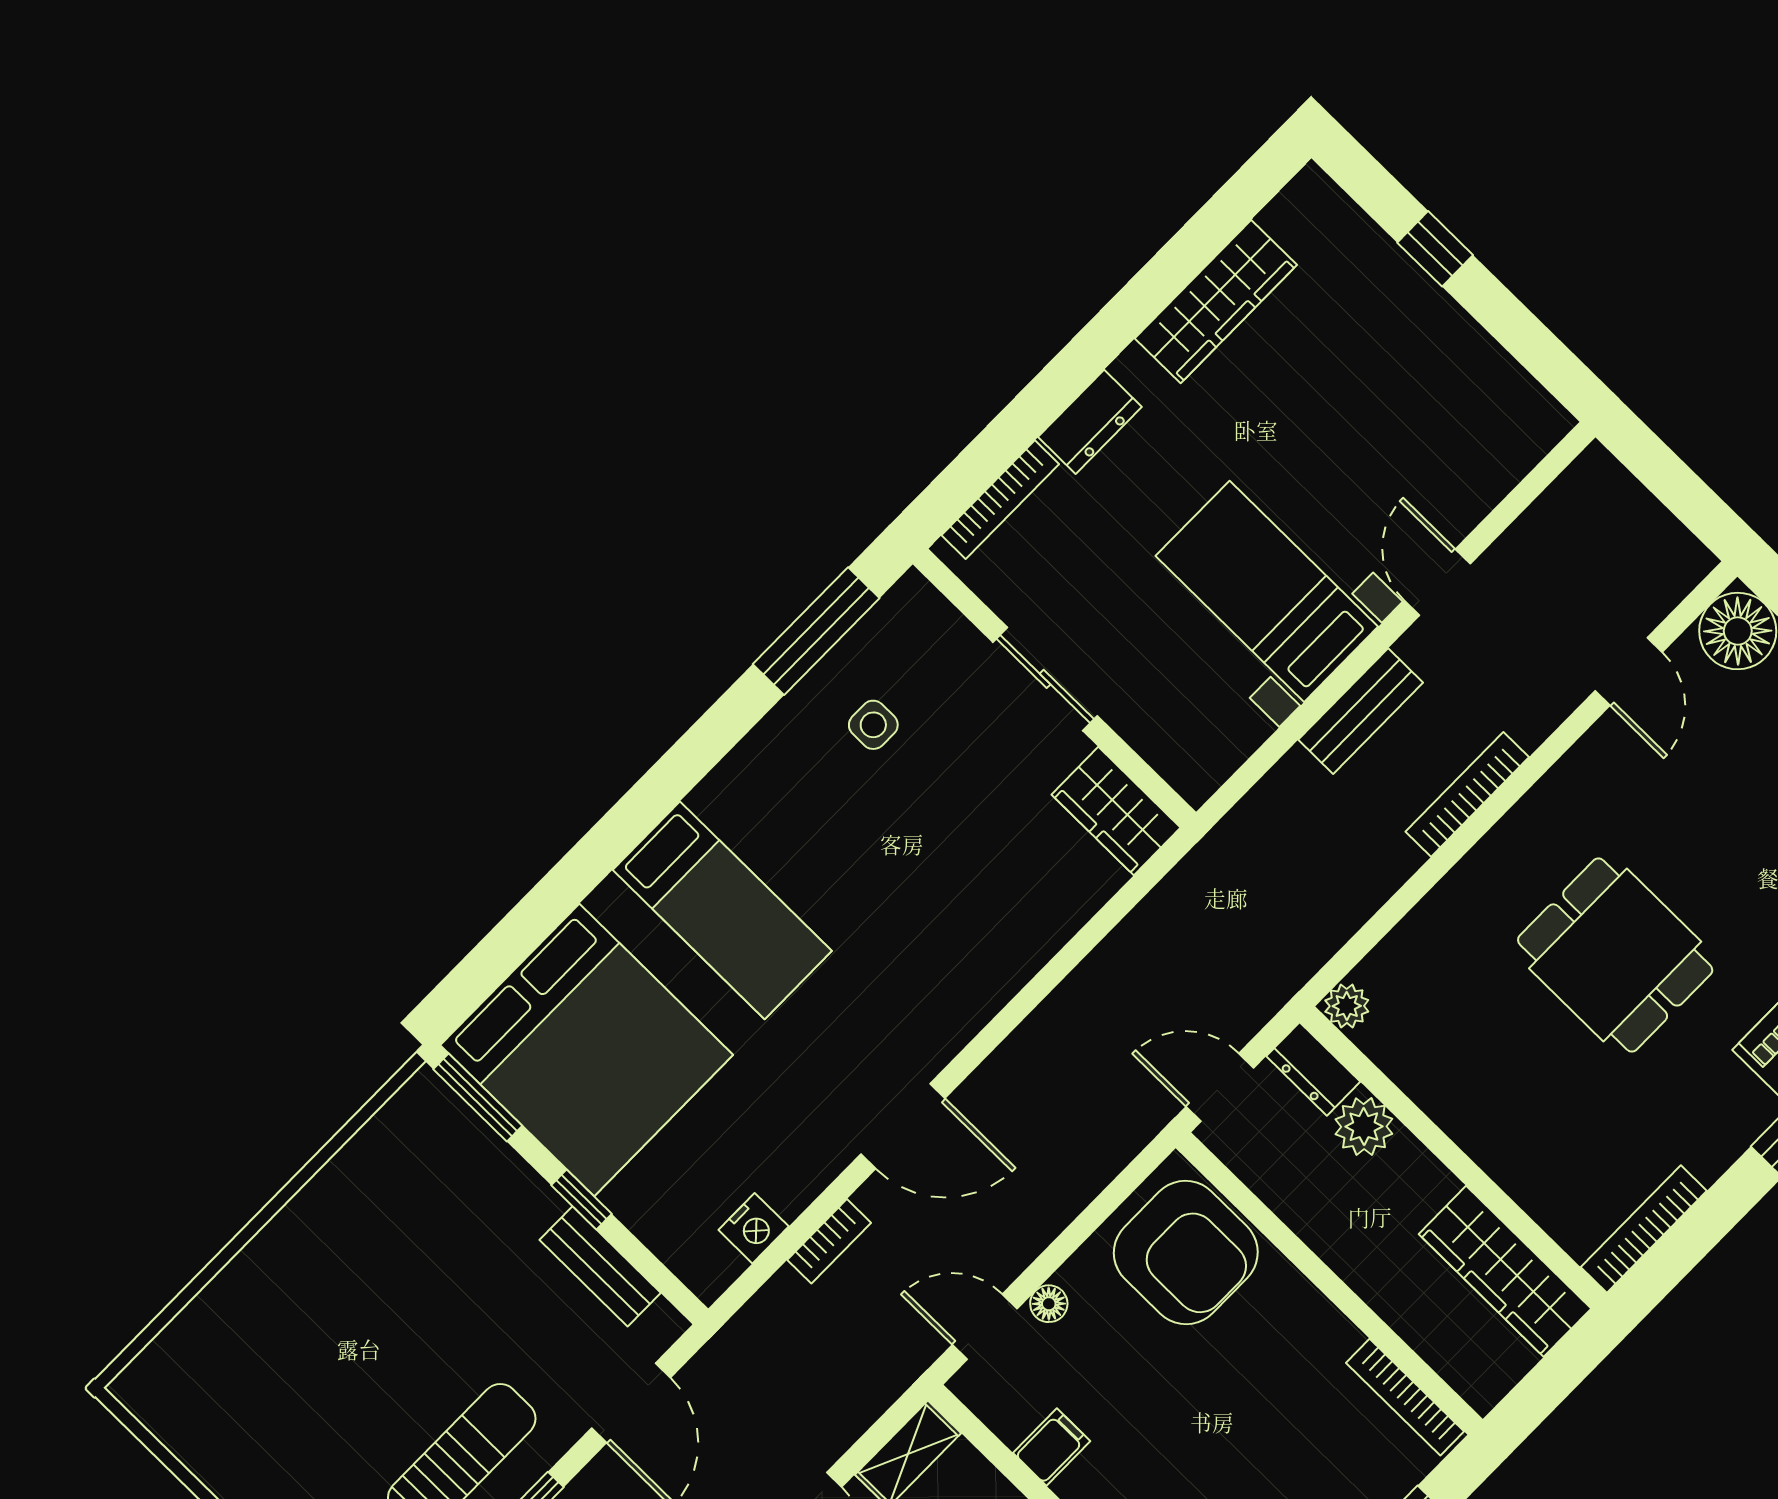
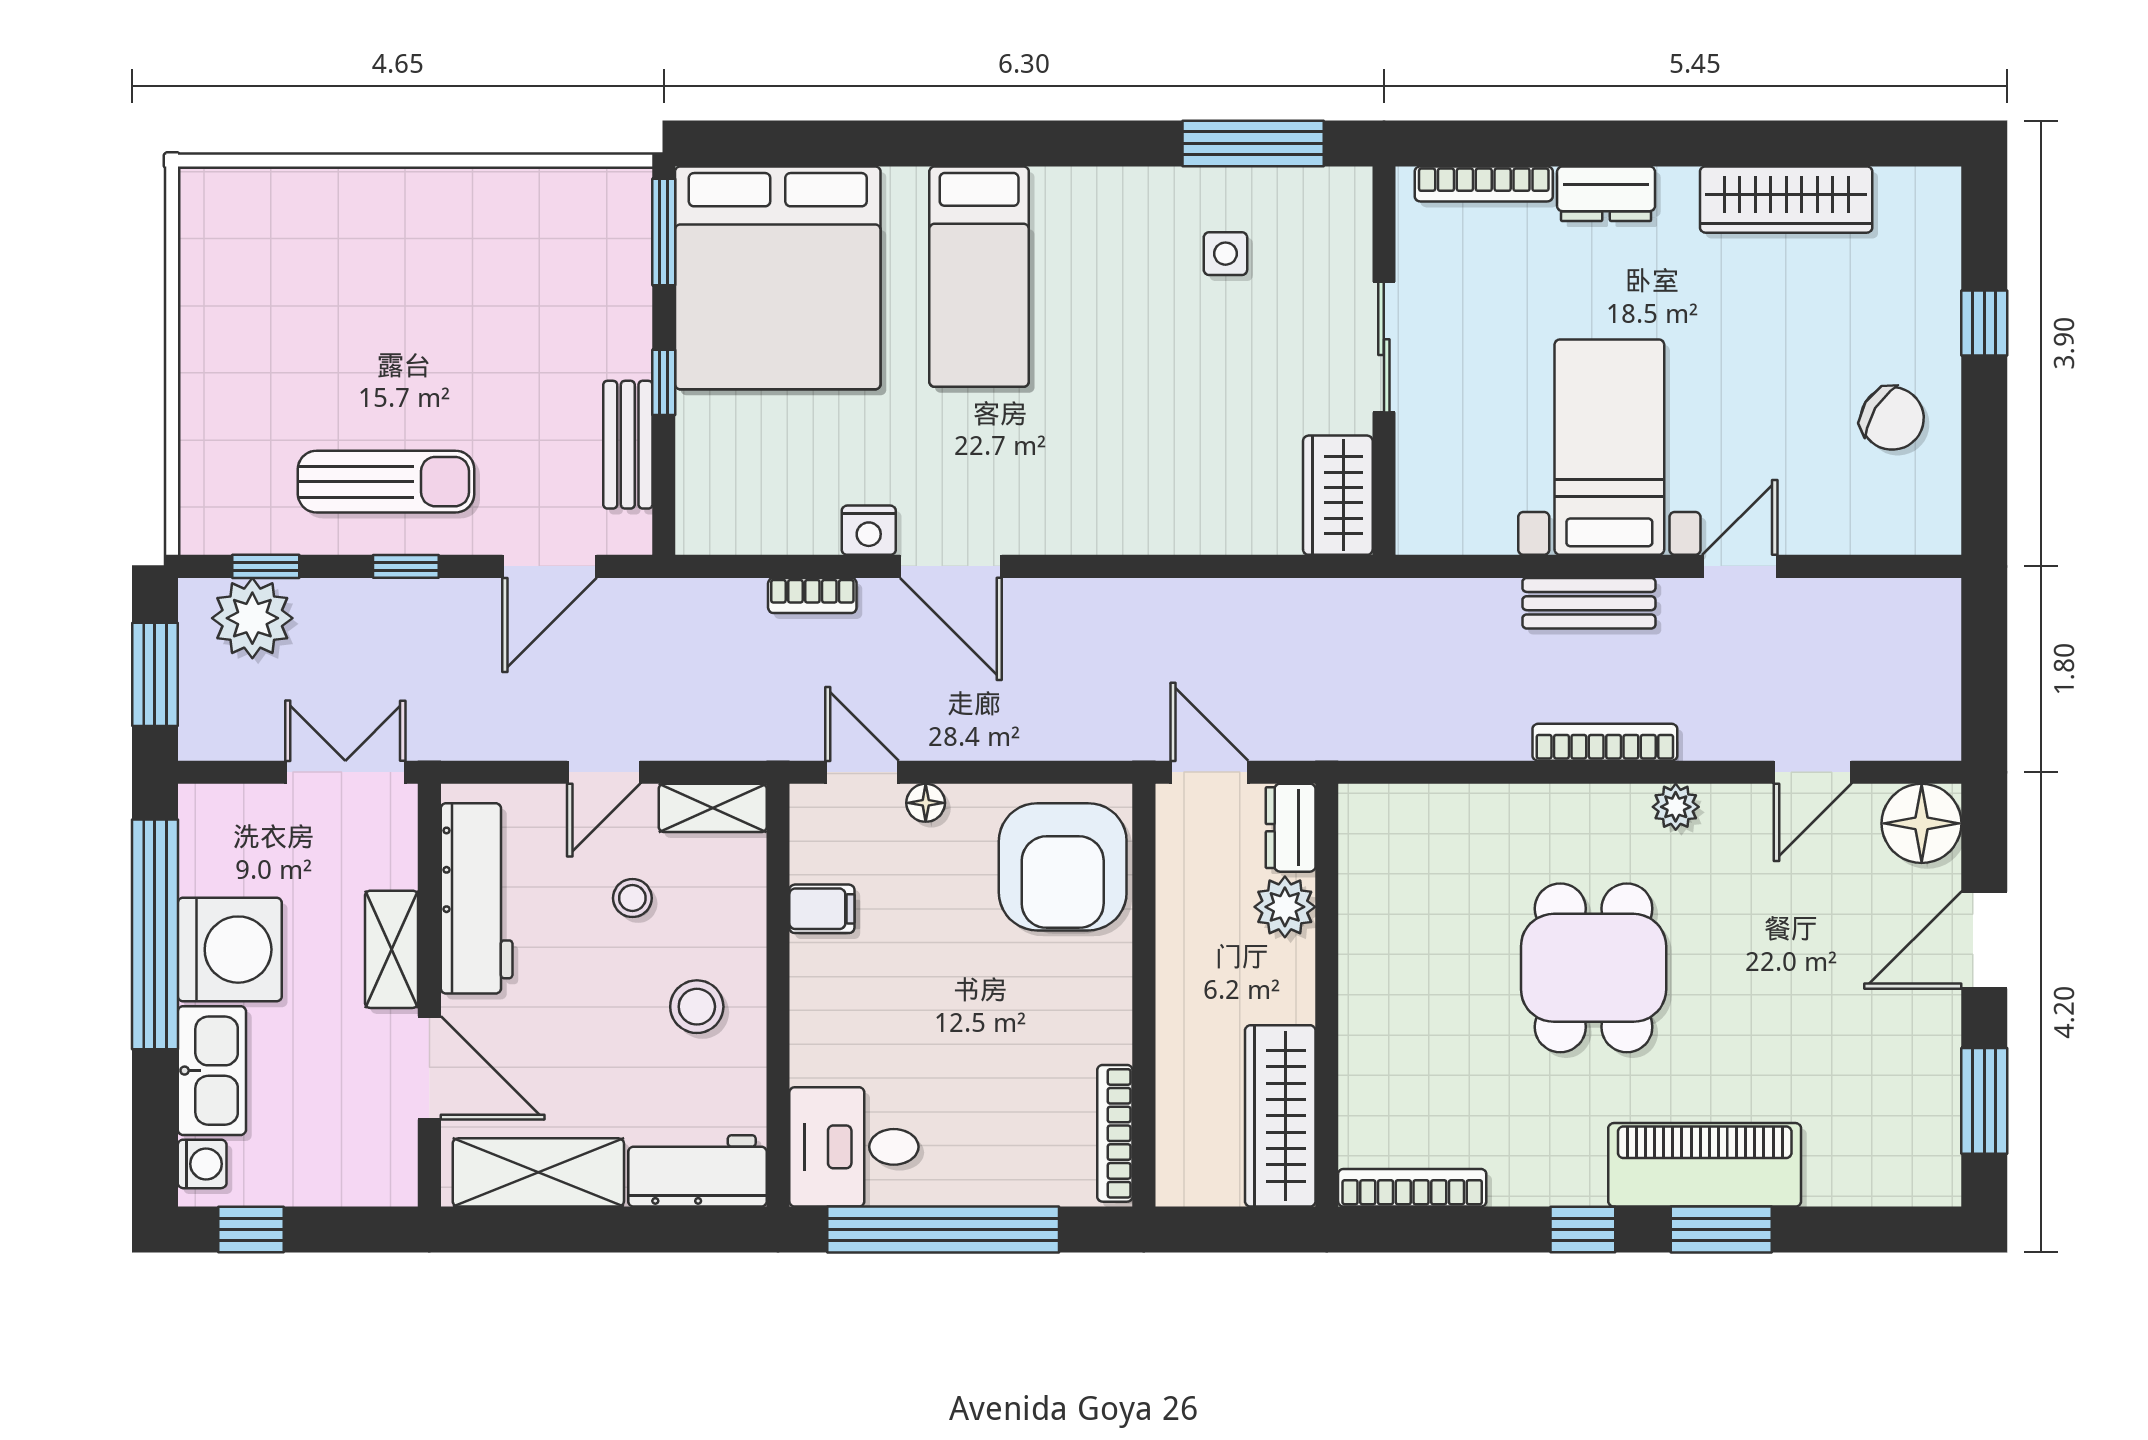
chair: (1439, 377) -> (1892, 418), added
plant: (1347, 1006) -> (1676, 807), moved
nightstand: (754, 1228) -> (869, 530), moved

